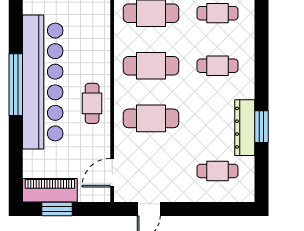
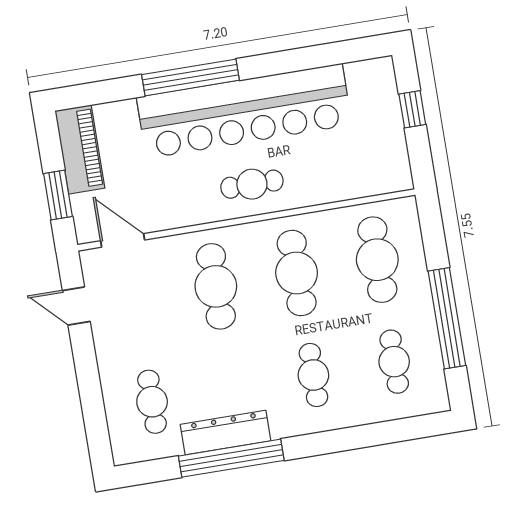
window: (16, 85) -> (191, 77), moved
cafe table: (92, 103) -> (252, 184), moved
window: (262, 127) -> (231, 458), width x2.11
window: (57, 209) -> (58, 195), moved

